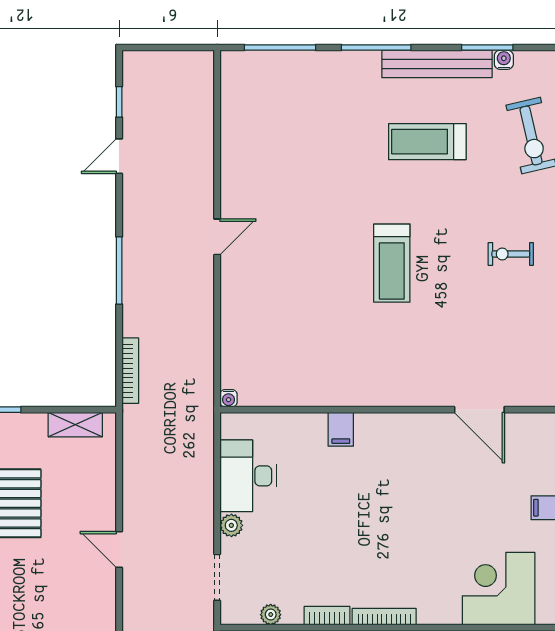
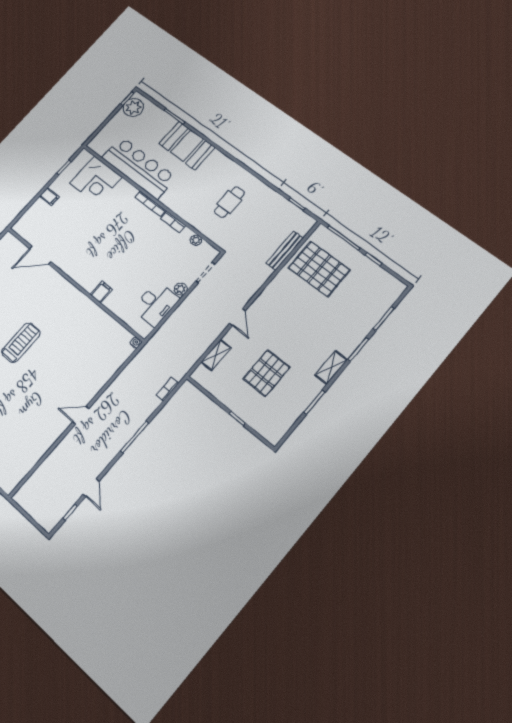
door: (119, 156) -> (91, 488), hinge flipped
bookcase: (130, 371) -> (167, 389), width x0.64
door: (479, 410) -> (40, 255), swing flipped
shelving: (75, 425) -> (216, 355), moved, turned 90

